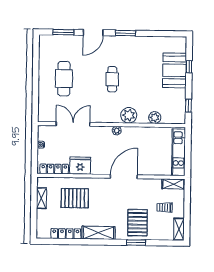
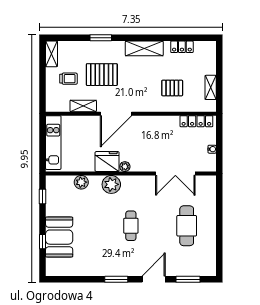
fridge: (80, 166) -> (107, 162), moved, turned 180
shelving: (173, 184) -> (83, 106), moved
pallet: (75, 198) -> (172, 88), width x0.67, depth x0.71
pallet: (137, 223) -> (102, 75), moved, turned 90
locker: (66, 234) -> (182, 47), width x0.66

